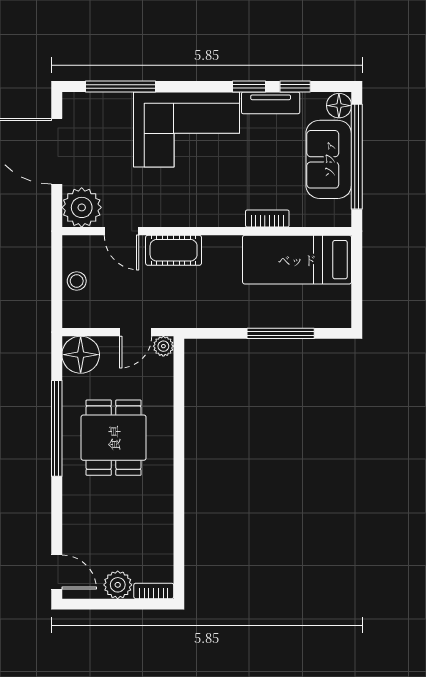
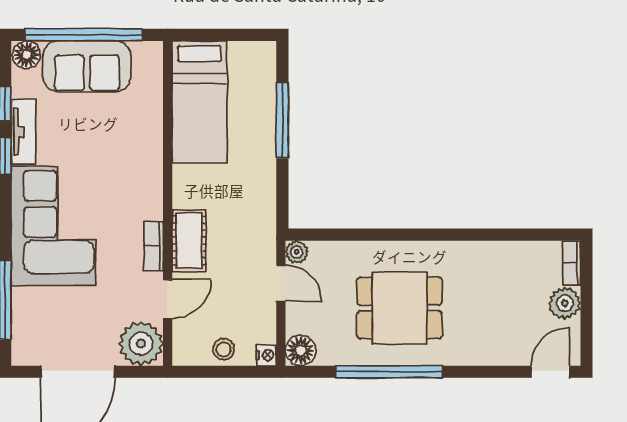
bookcase: (267, 218) -> (153, 246), moved
nightstand: (72, 319) -> (266, 355), added
floor lamp: (81, 355) -> (301, 351), width x0.73, depth x0.73

